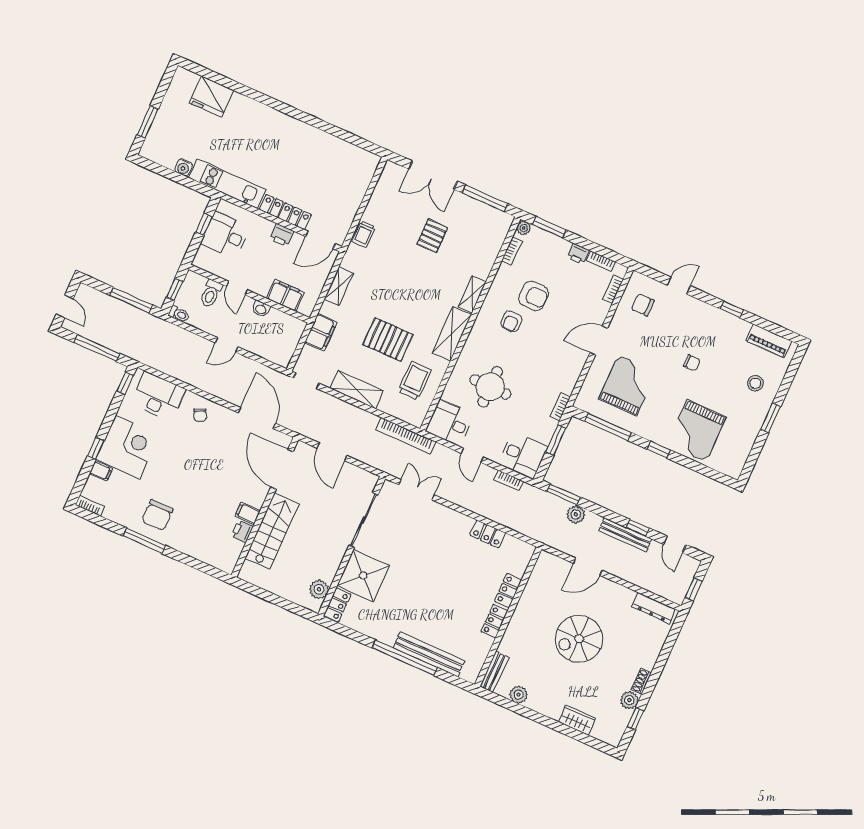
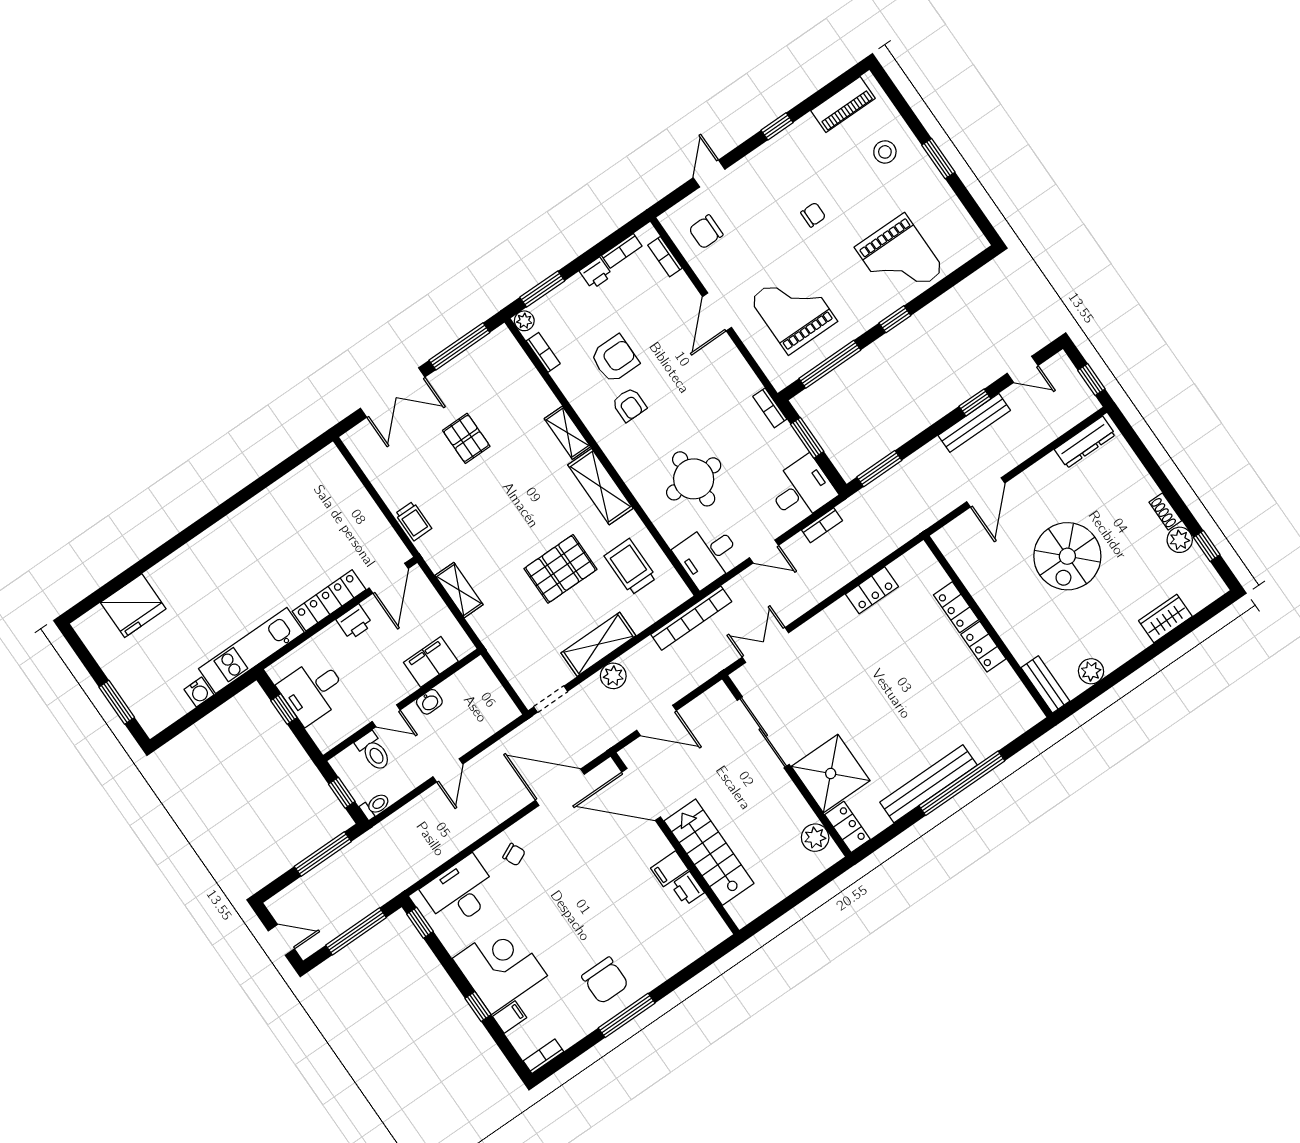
filing cabinet: (321, 333) -> (502, 646), removed
plant: (576, 514) -> (613, 676), moved
bench: (429, 654) -> (928, 784), moved

